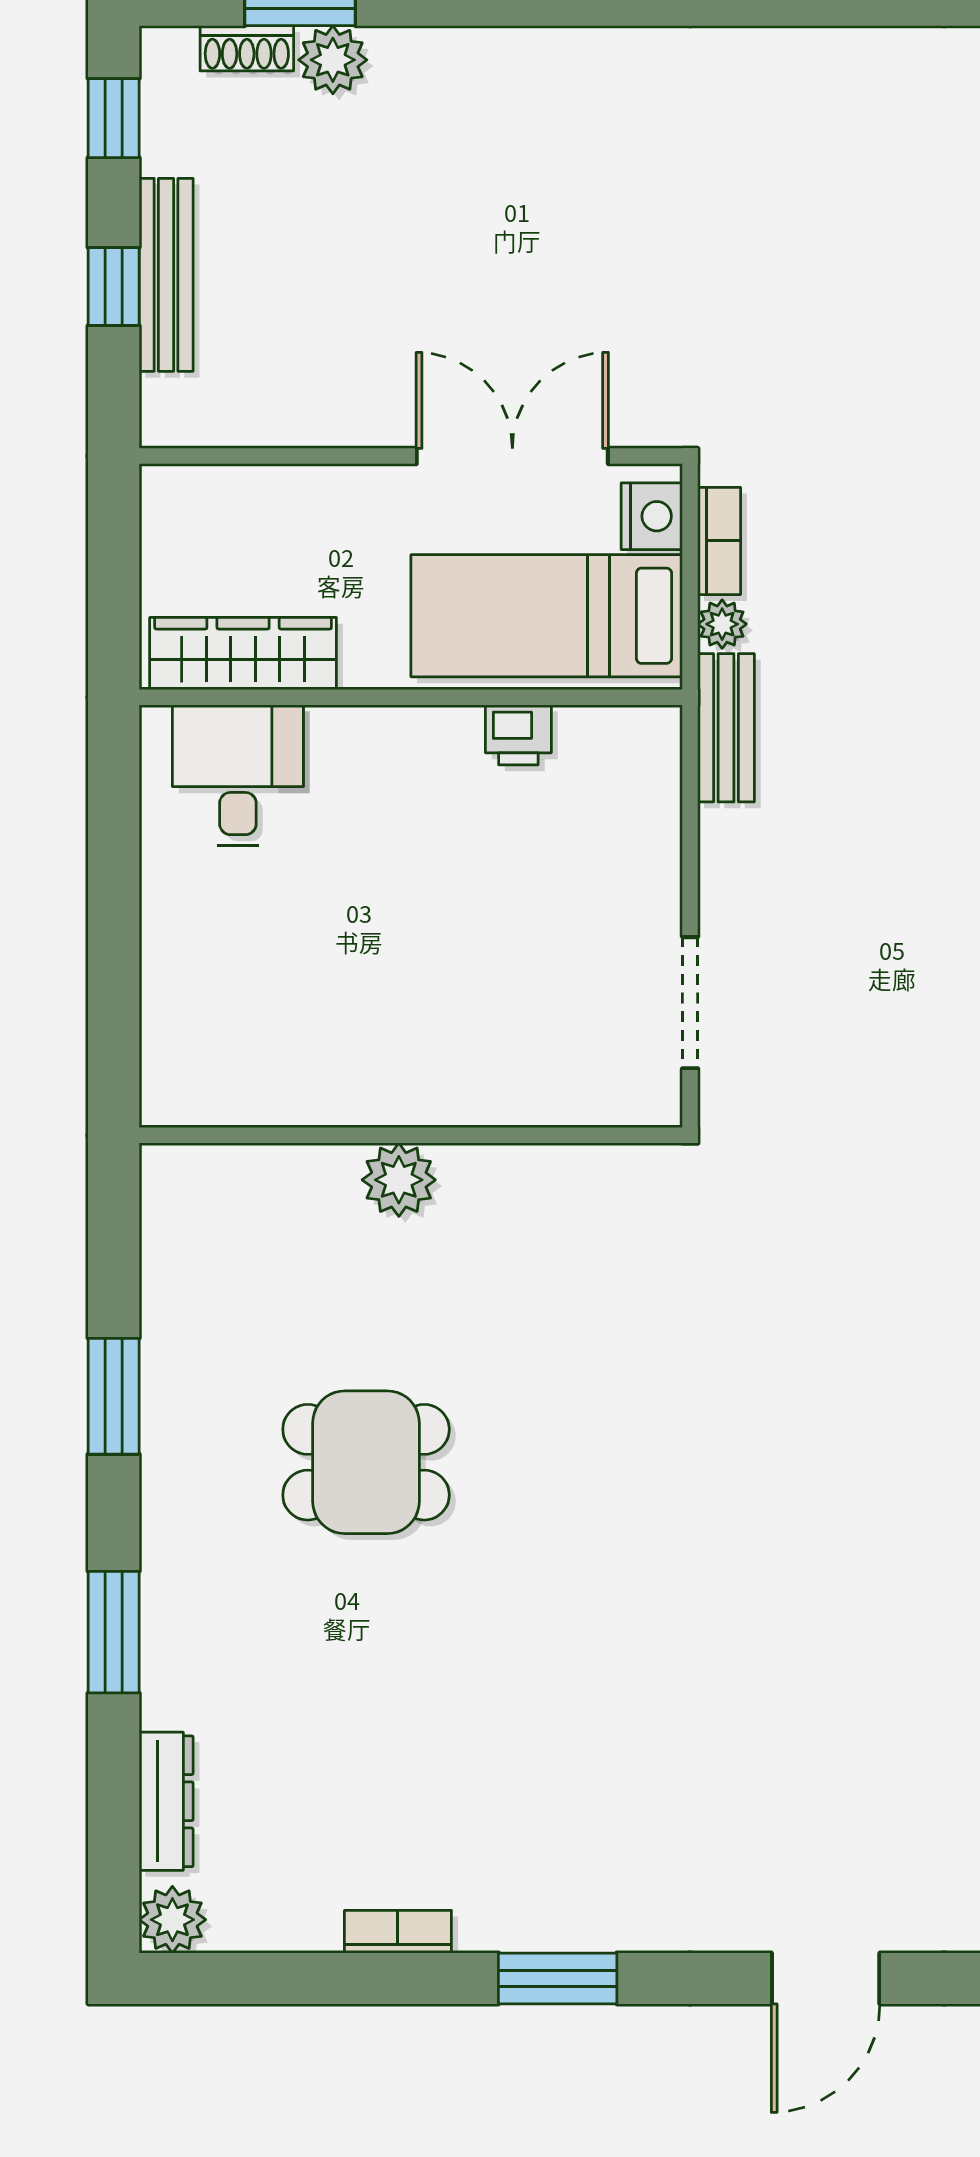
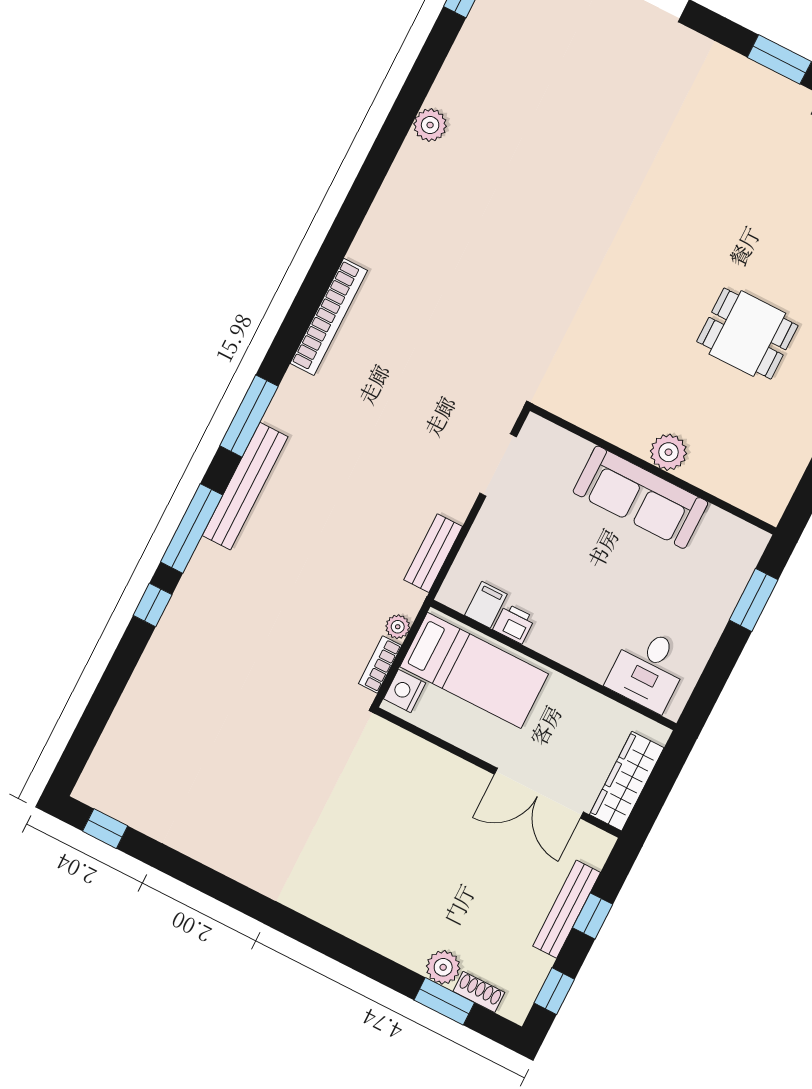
double door: (512, 456) -> (539, 793), moved
wardrobe: (243, 654) -> (627, 781), moved, turned 90
bench: (726, 728) -> (433, 553), moved
filing cabinet: (585, 743) -> (486, 605), added
window: (114, 994) -> (754, 600), added
sofa: (408, 1074) -> (640, 497), added

